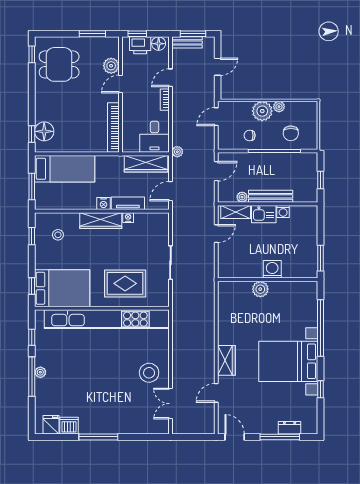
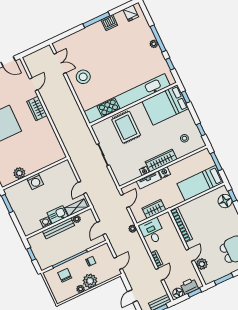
wardrobe: (146, 164) -> (154, 209), width x0.67
rug: (125, 283) -> (126, 127), turned 90
plant: (260, 289) -> (19, 173), moved
dishwasher: (69, 426) -> (109, 23), moved

